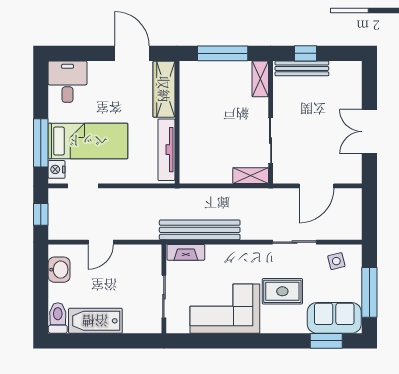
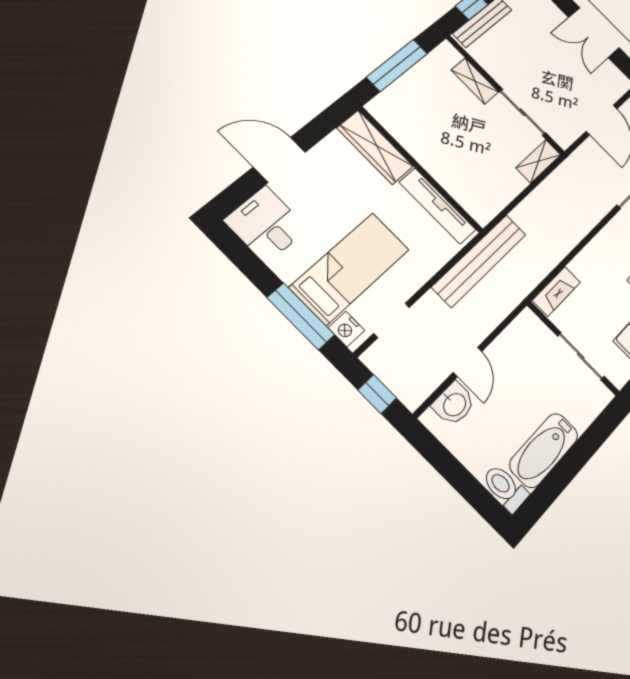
door: (132, 53) -> (279, 160), moved
shelving: (260, 79) -> (475, 81), moved
bench: (200, 230) -> (479, 261), moved
washbasin: (59, 270) -> (454, 404), moved, turned 90

